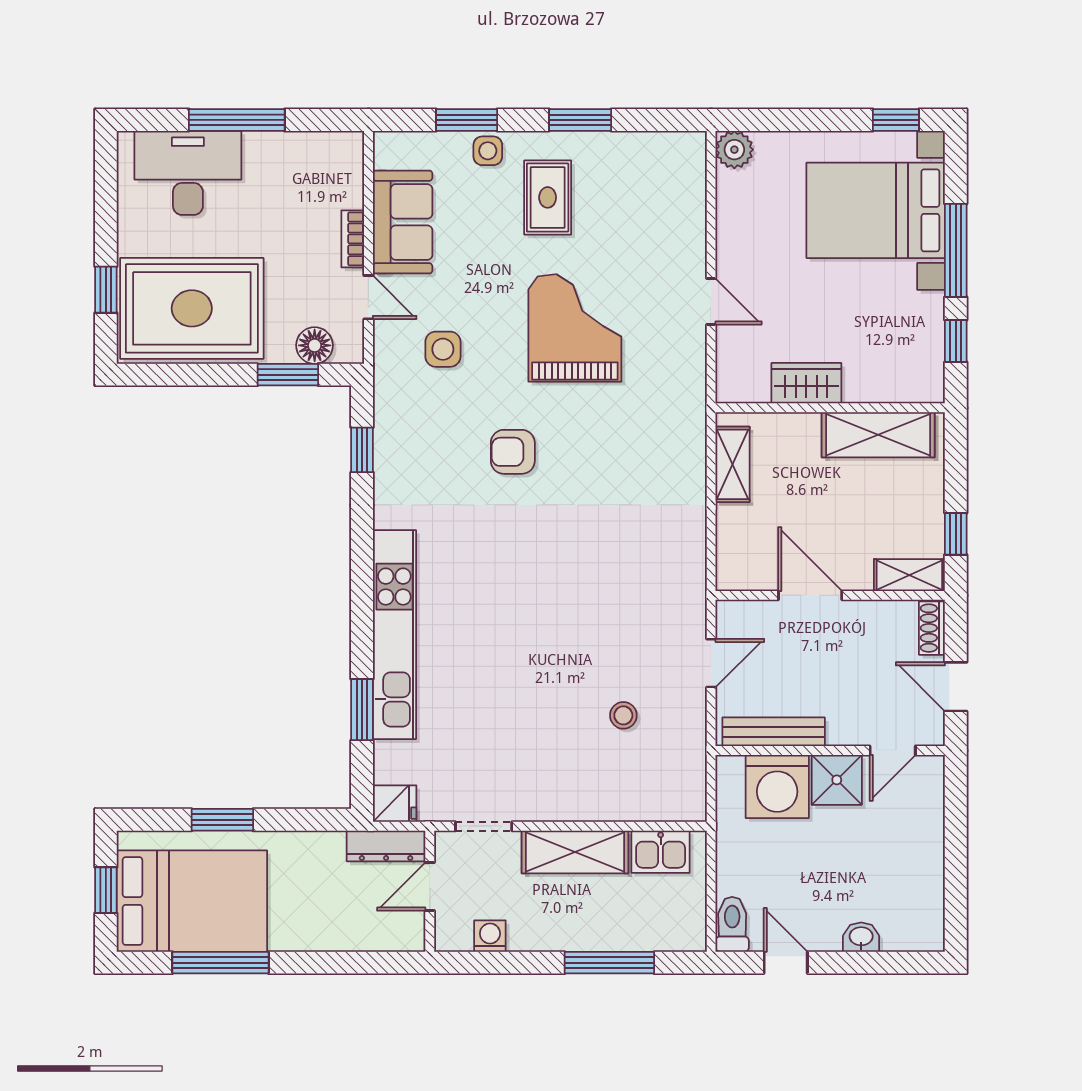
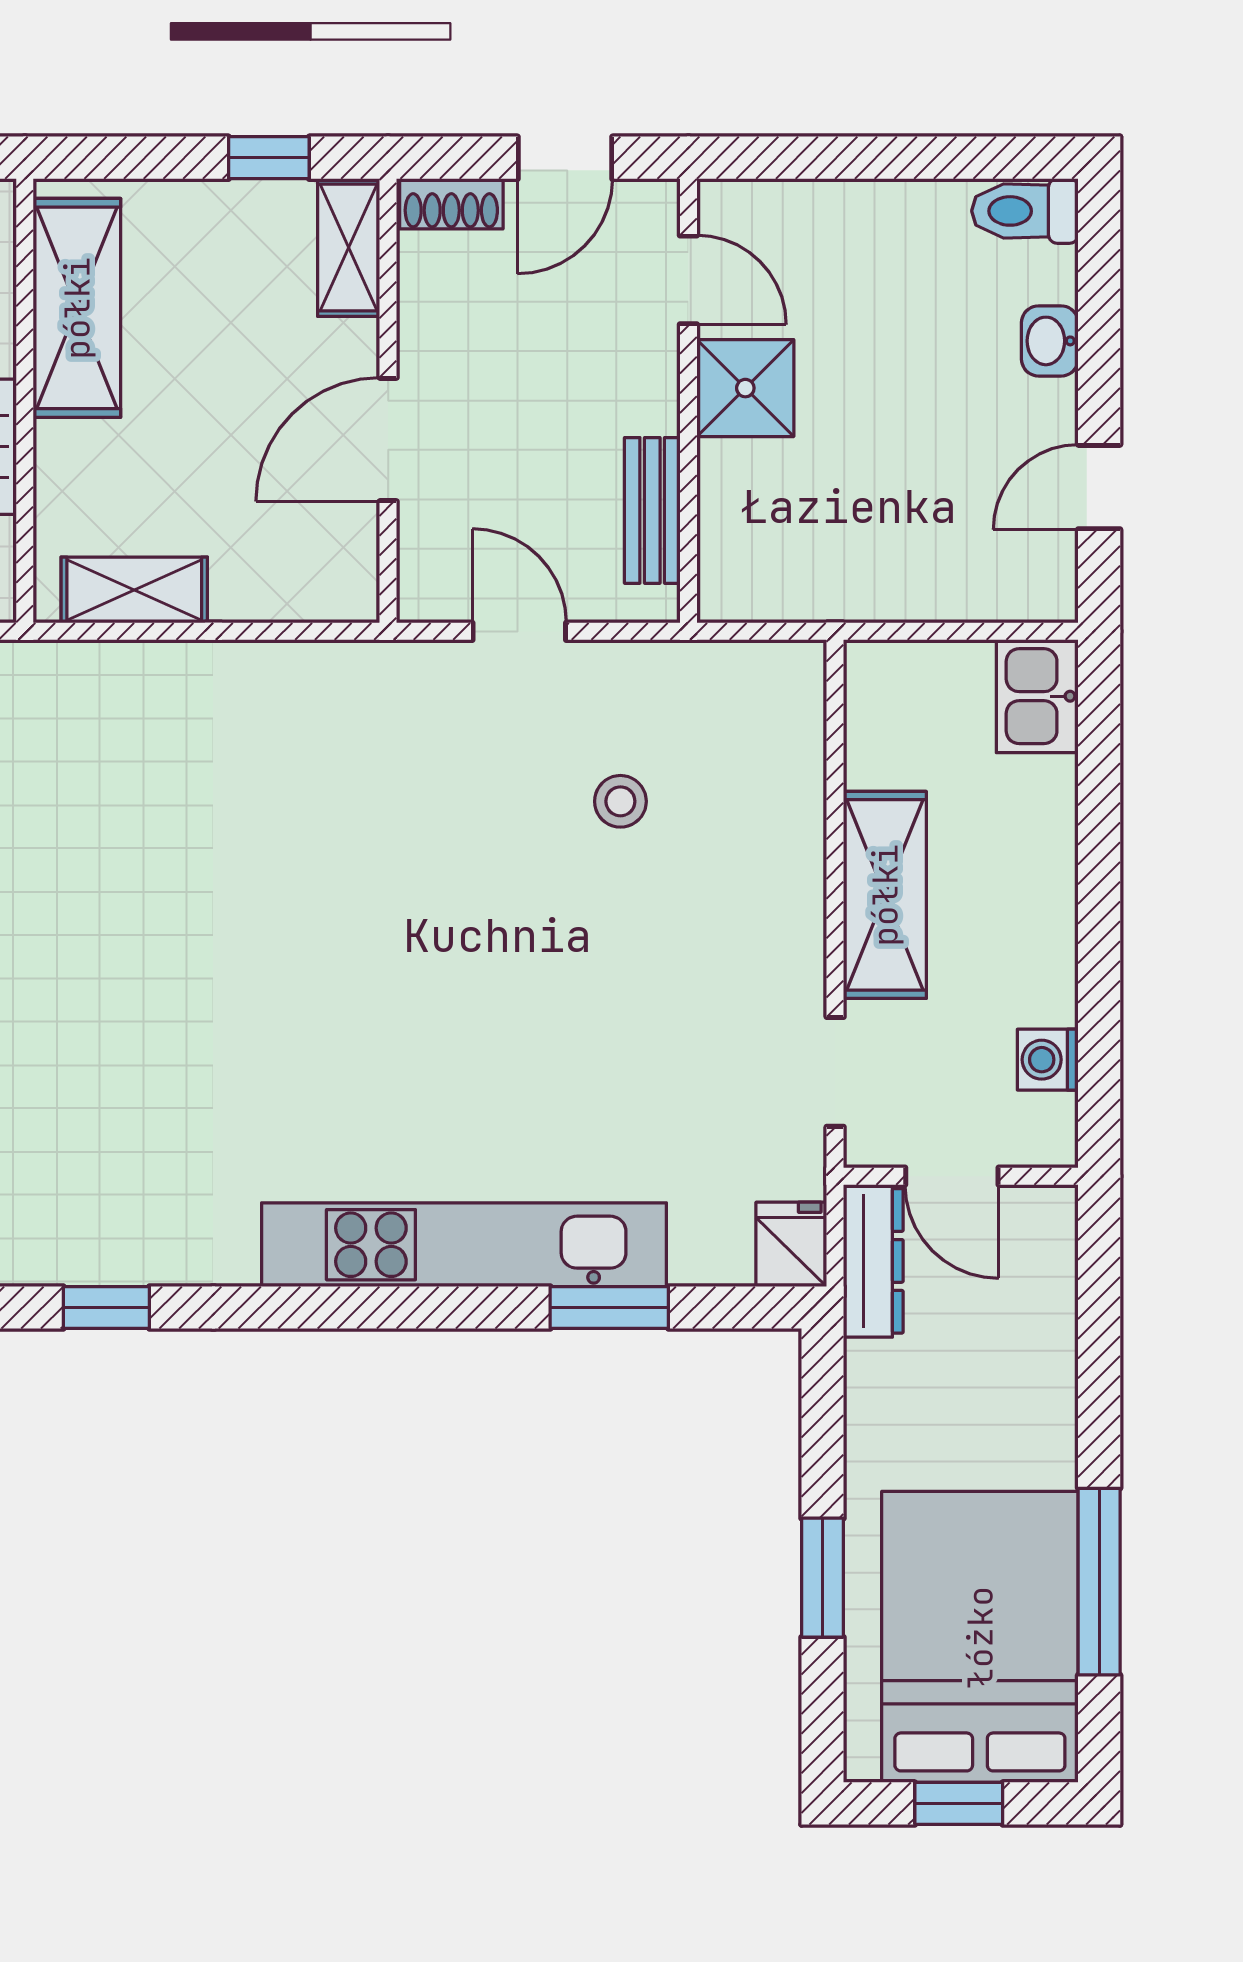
armchair: (513, 452) -> (110, 1015), removed
bench: (774, 732) -> (652, 510), width x0.73
washing machine: (777, 786) -> (758, 503), removed
kitchen sink: (661, 852) -> (1037, 696), moved, turned 180
toilet: (732, 924) -> (1025, 211), moved
window: (609, 963) -> (1099, 828), removed

